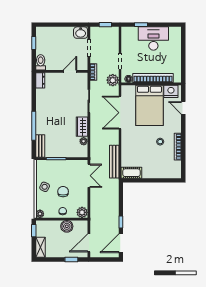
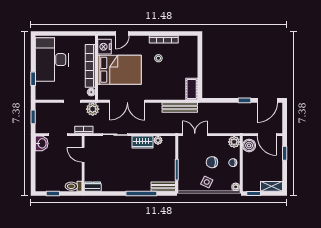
desk: (153, 39) -> (52, 60), width x1.36, depth x1.30
boiler: (67, 226) -> (249, 145), moved
door: (121, 243) -> (267, 100), hinge flipped

